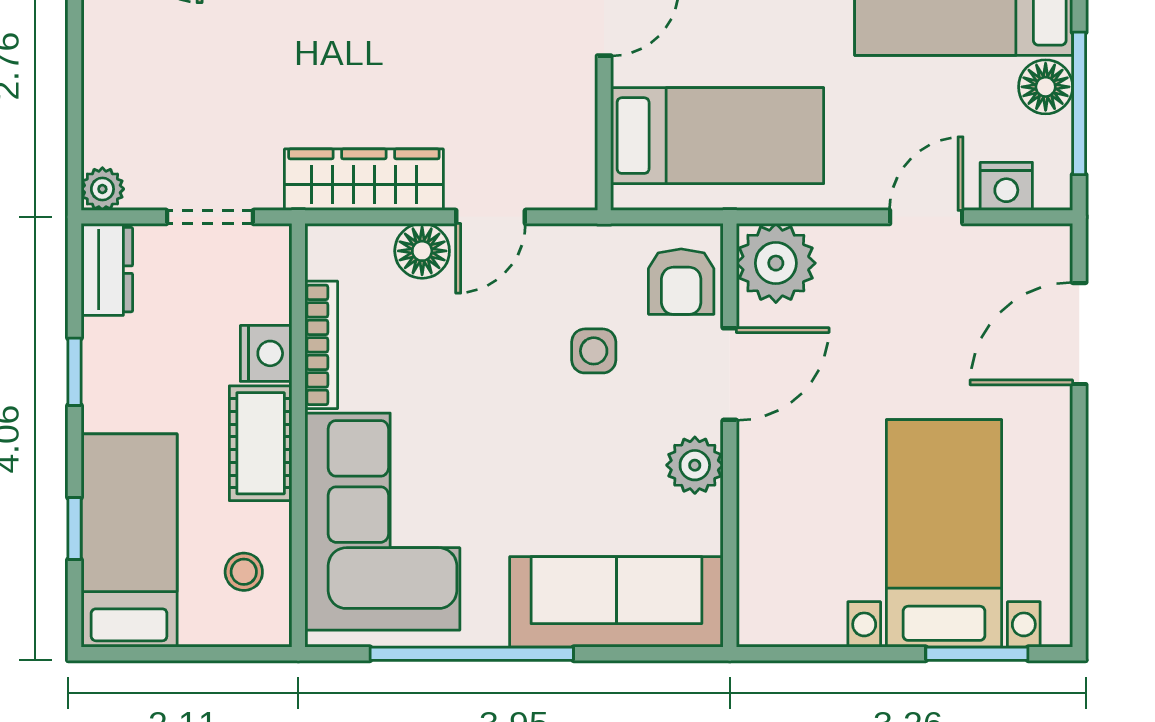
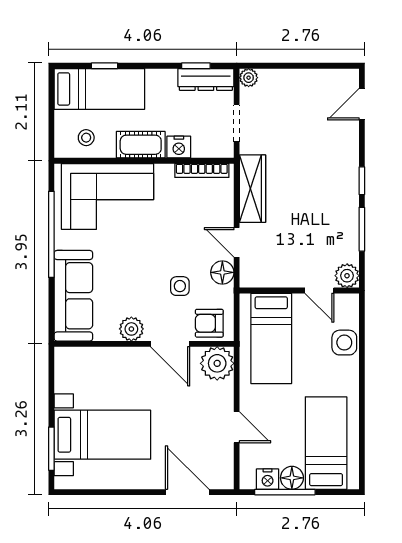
nightstand: (1006, 186) -> (268, 479), moved, turned -90
floor lamp: (422, 251) -> (222, 272), moved
dresser: (107, 270) -> (206, 80), width x1.44
bookcase: (321, 345) -> (202, 170), moved
window: (74, 372) -> (196, 66), moved

